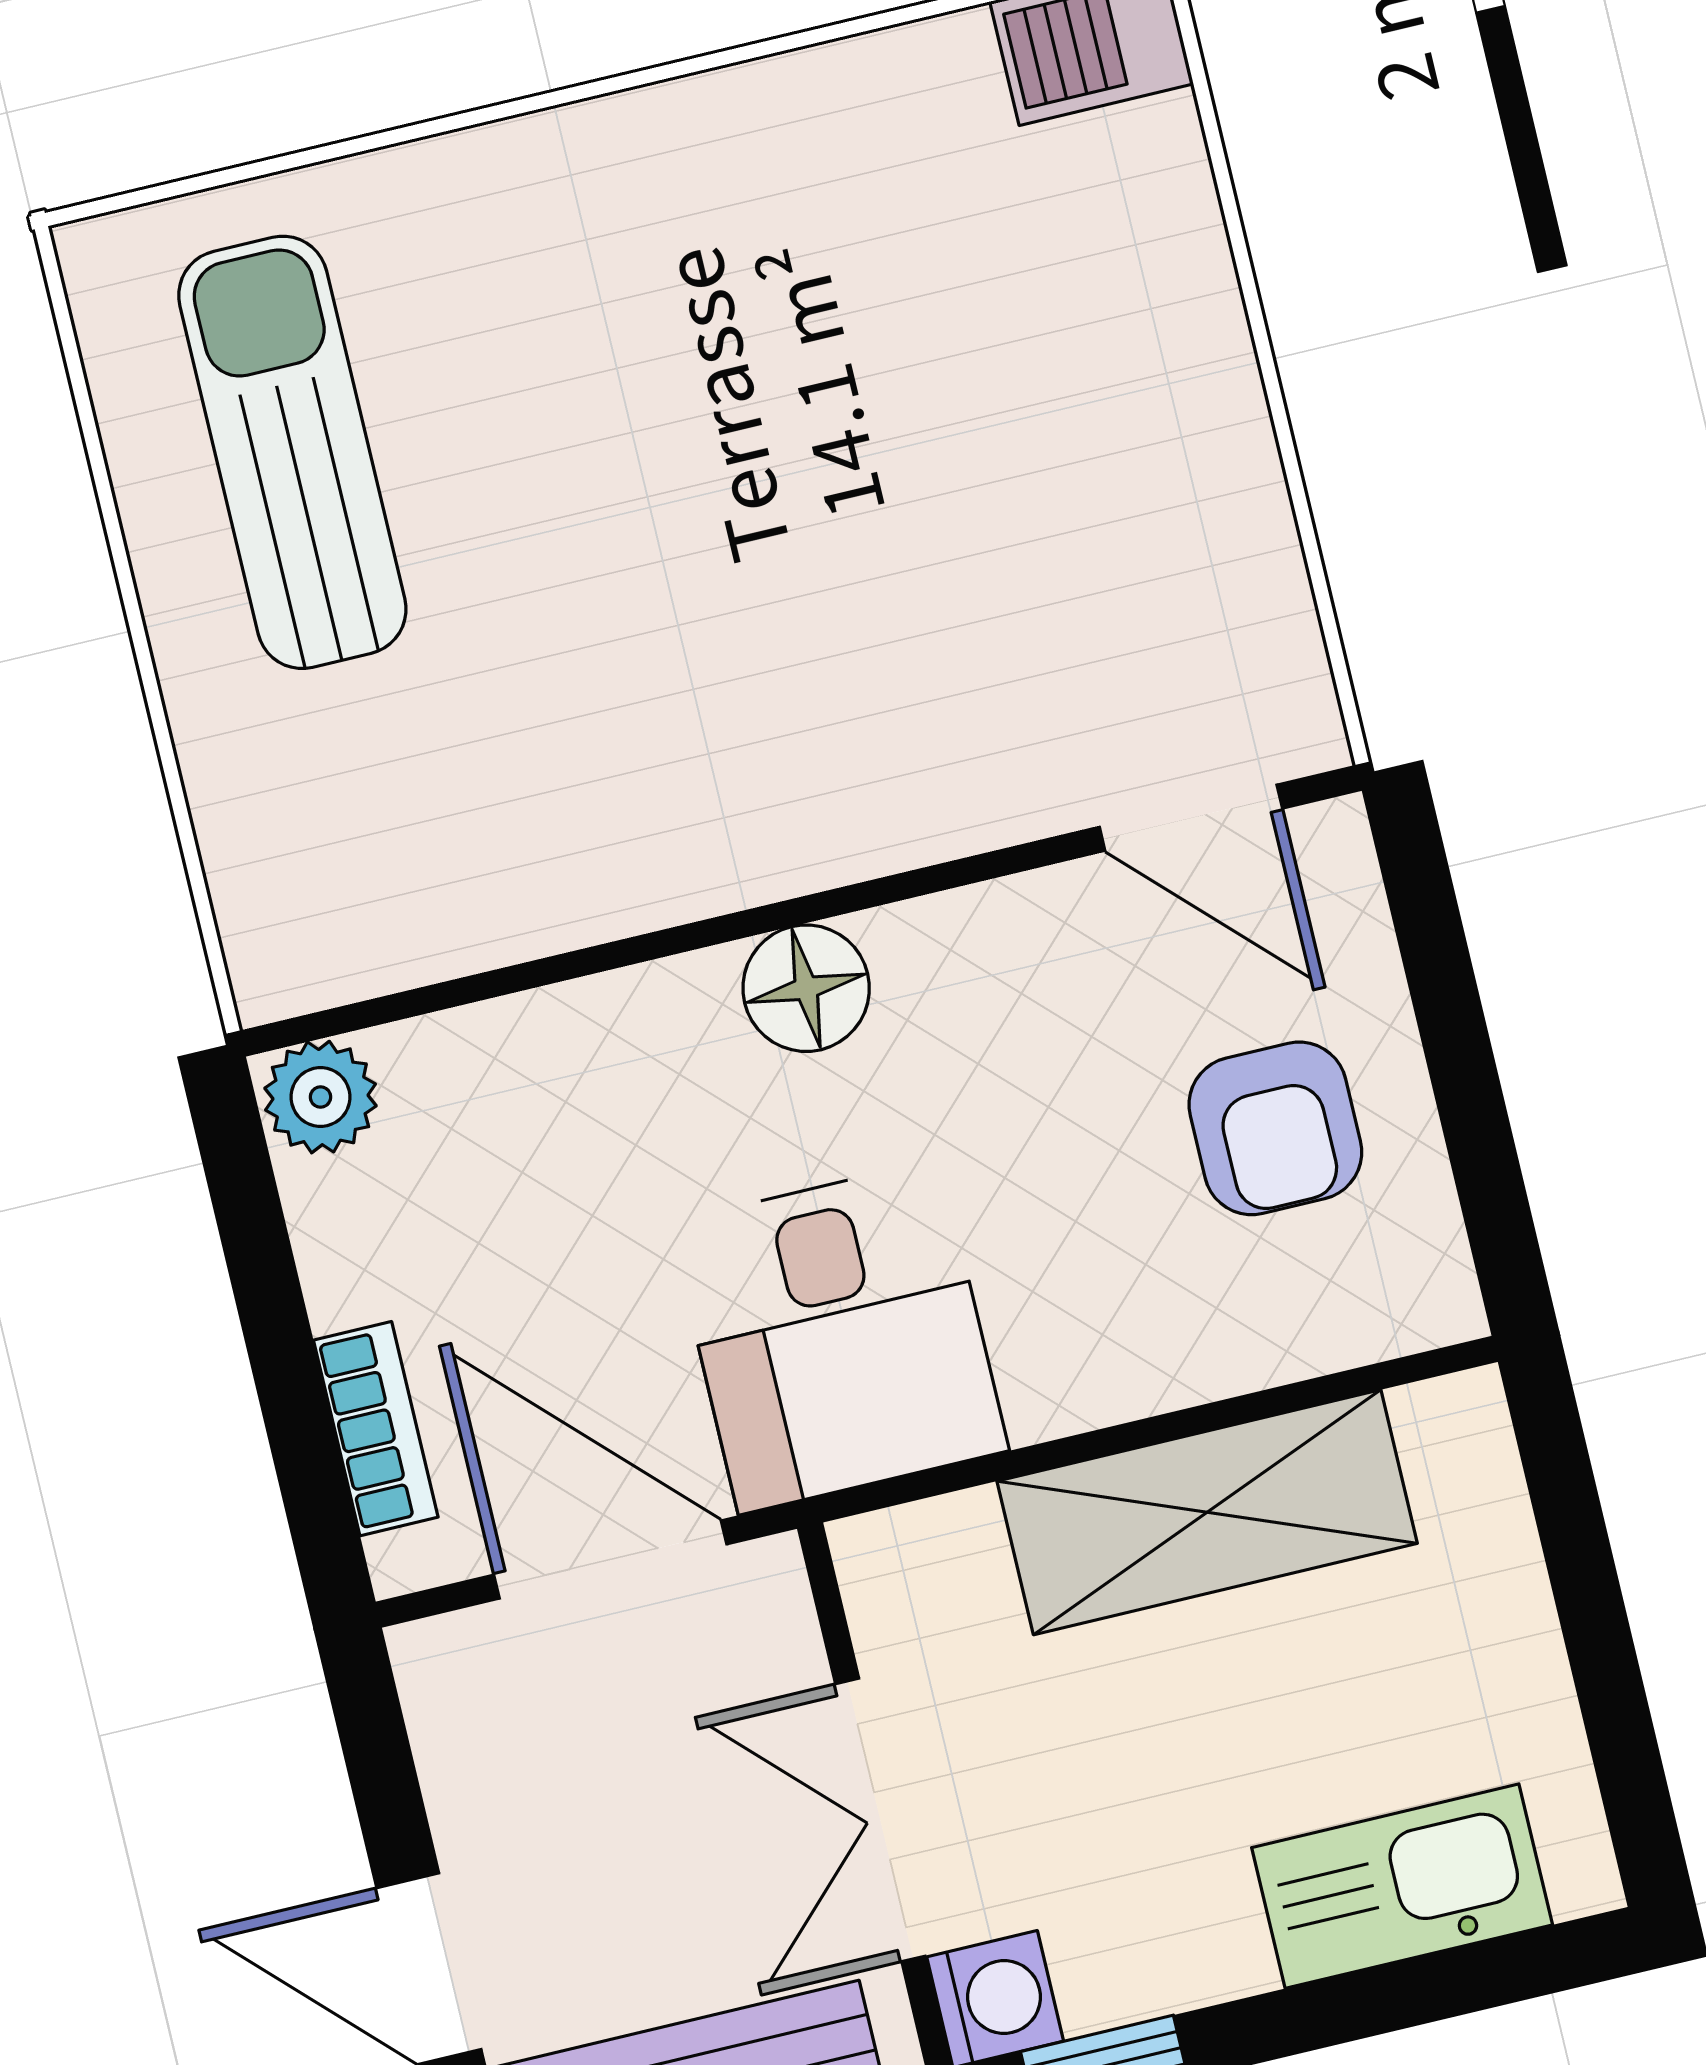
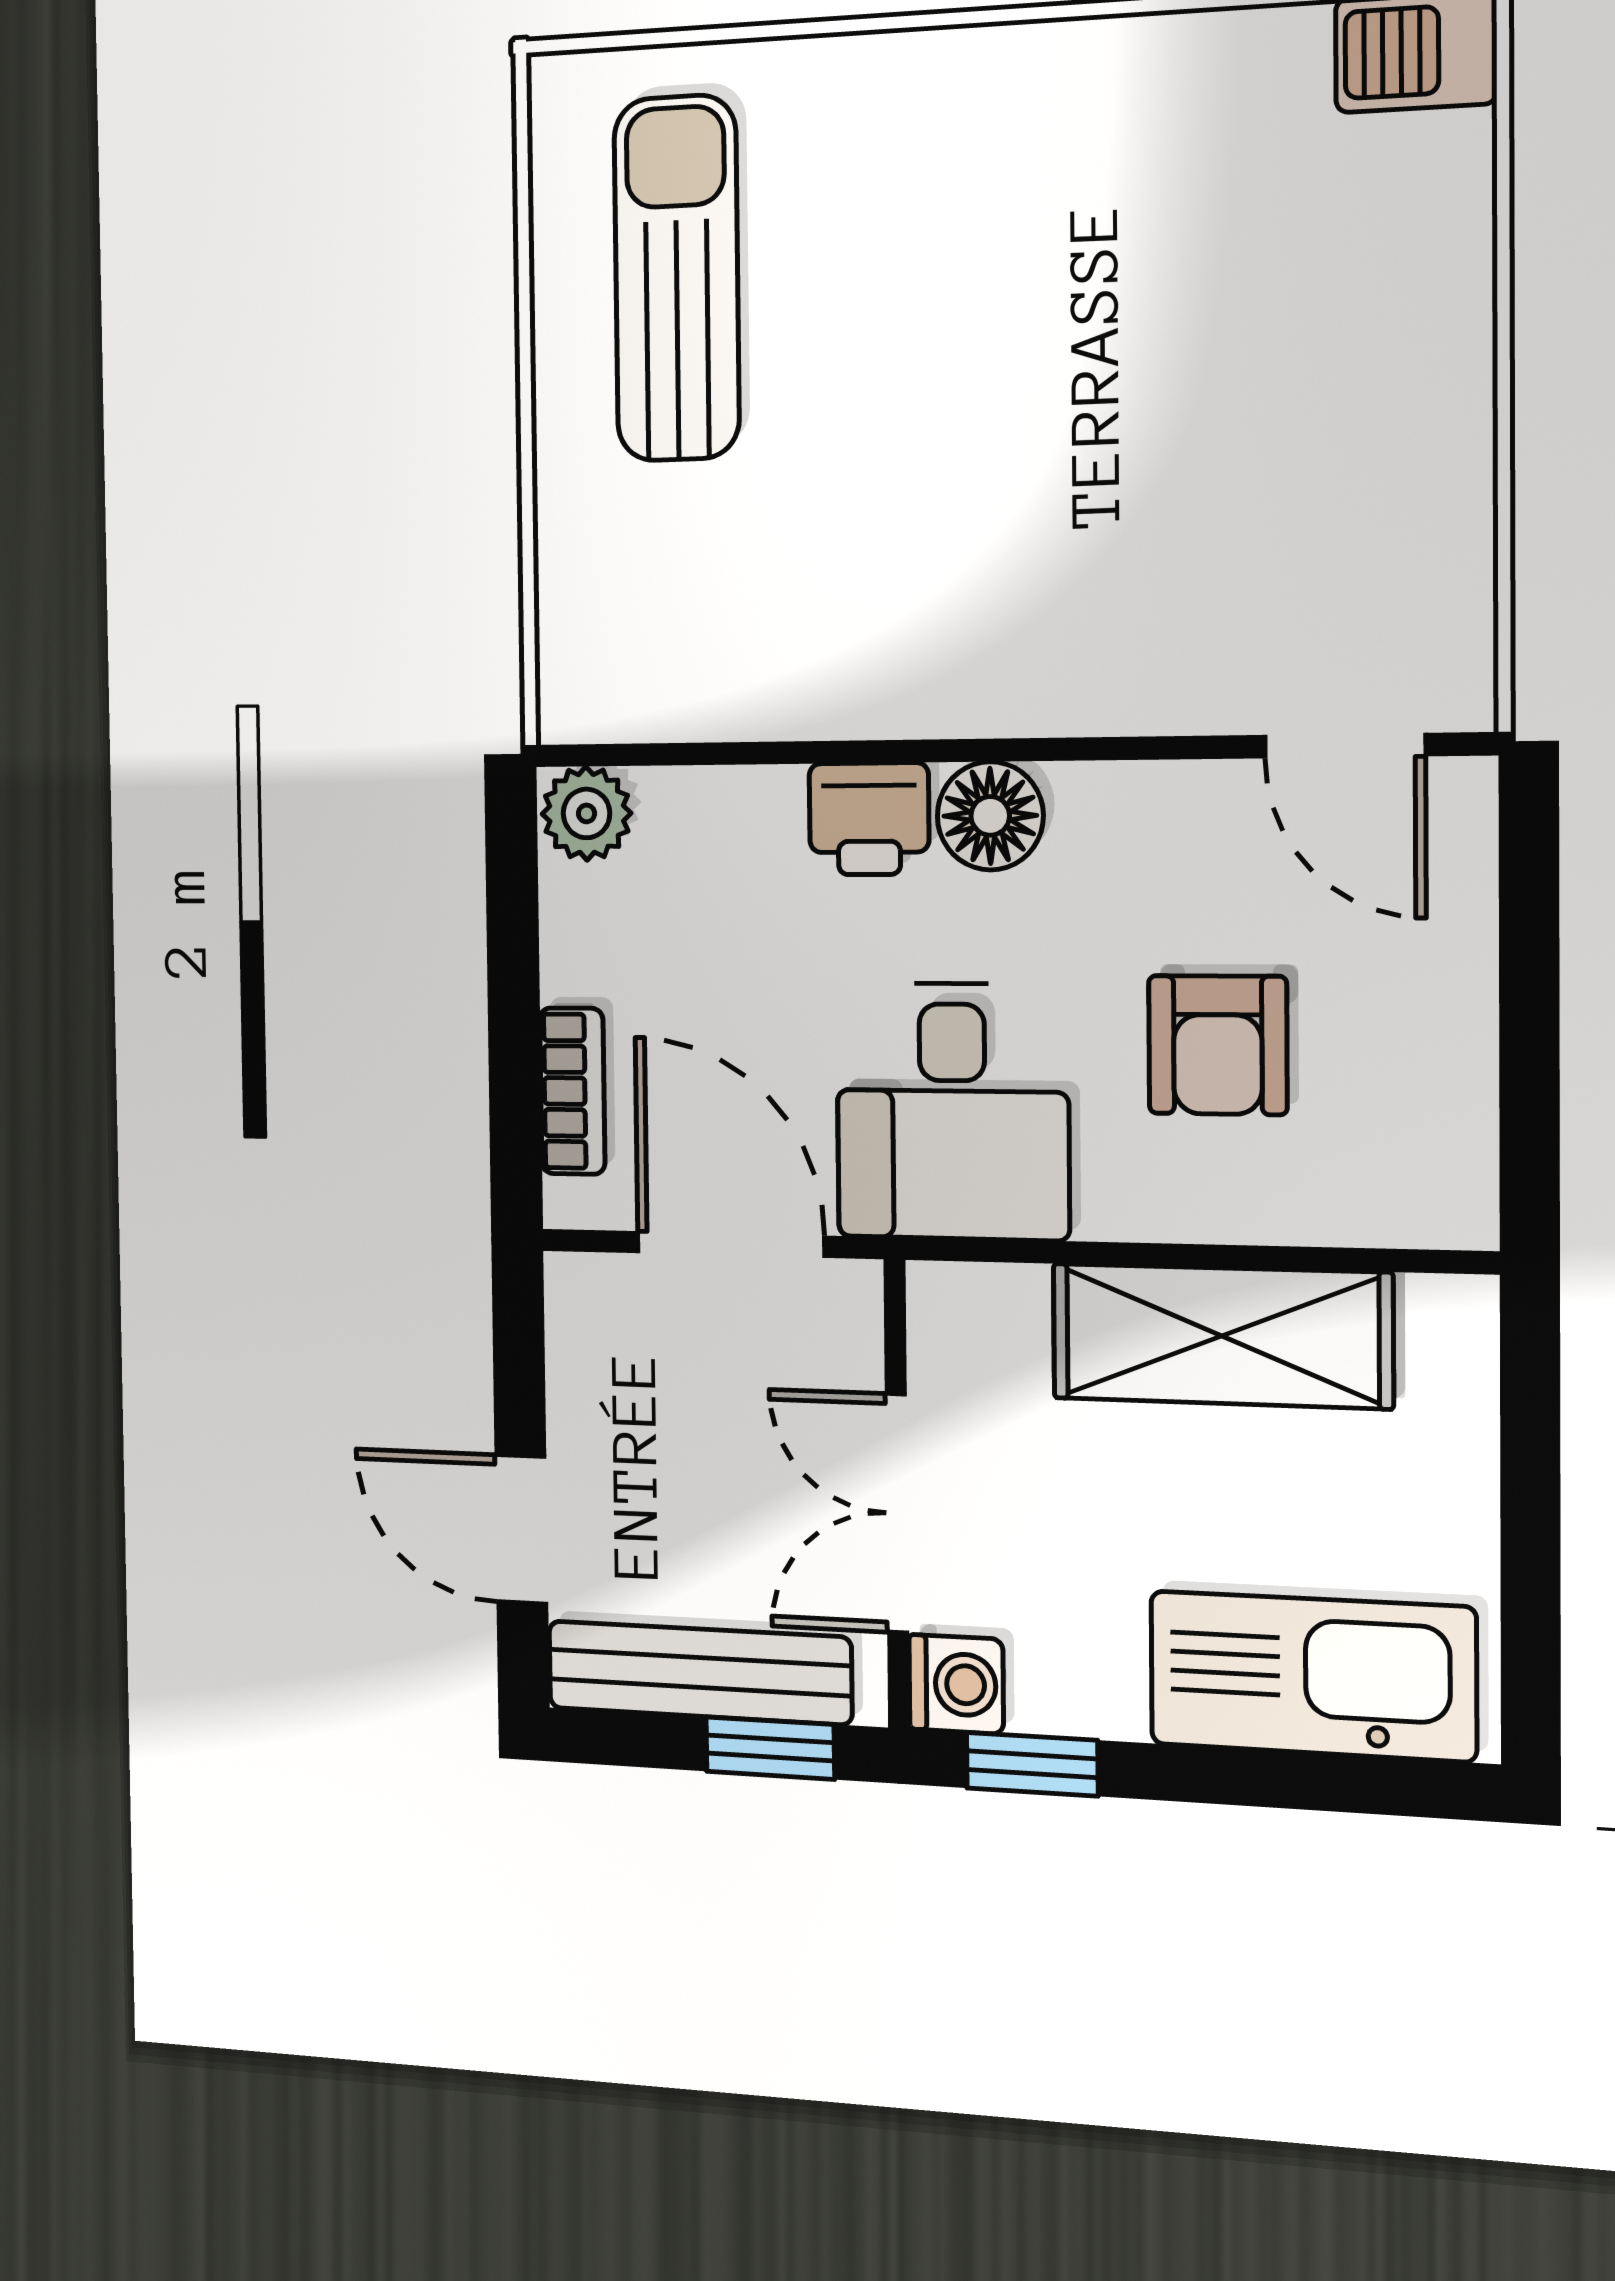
printer: (664, 1024) -> (869, 819), added
armchair: (1275, 1128) -> (1218, 1045), moved
kitchen sink: (1402, 1886) -> (1312, 1676), width x1.36, depth x1.24

